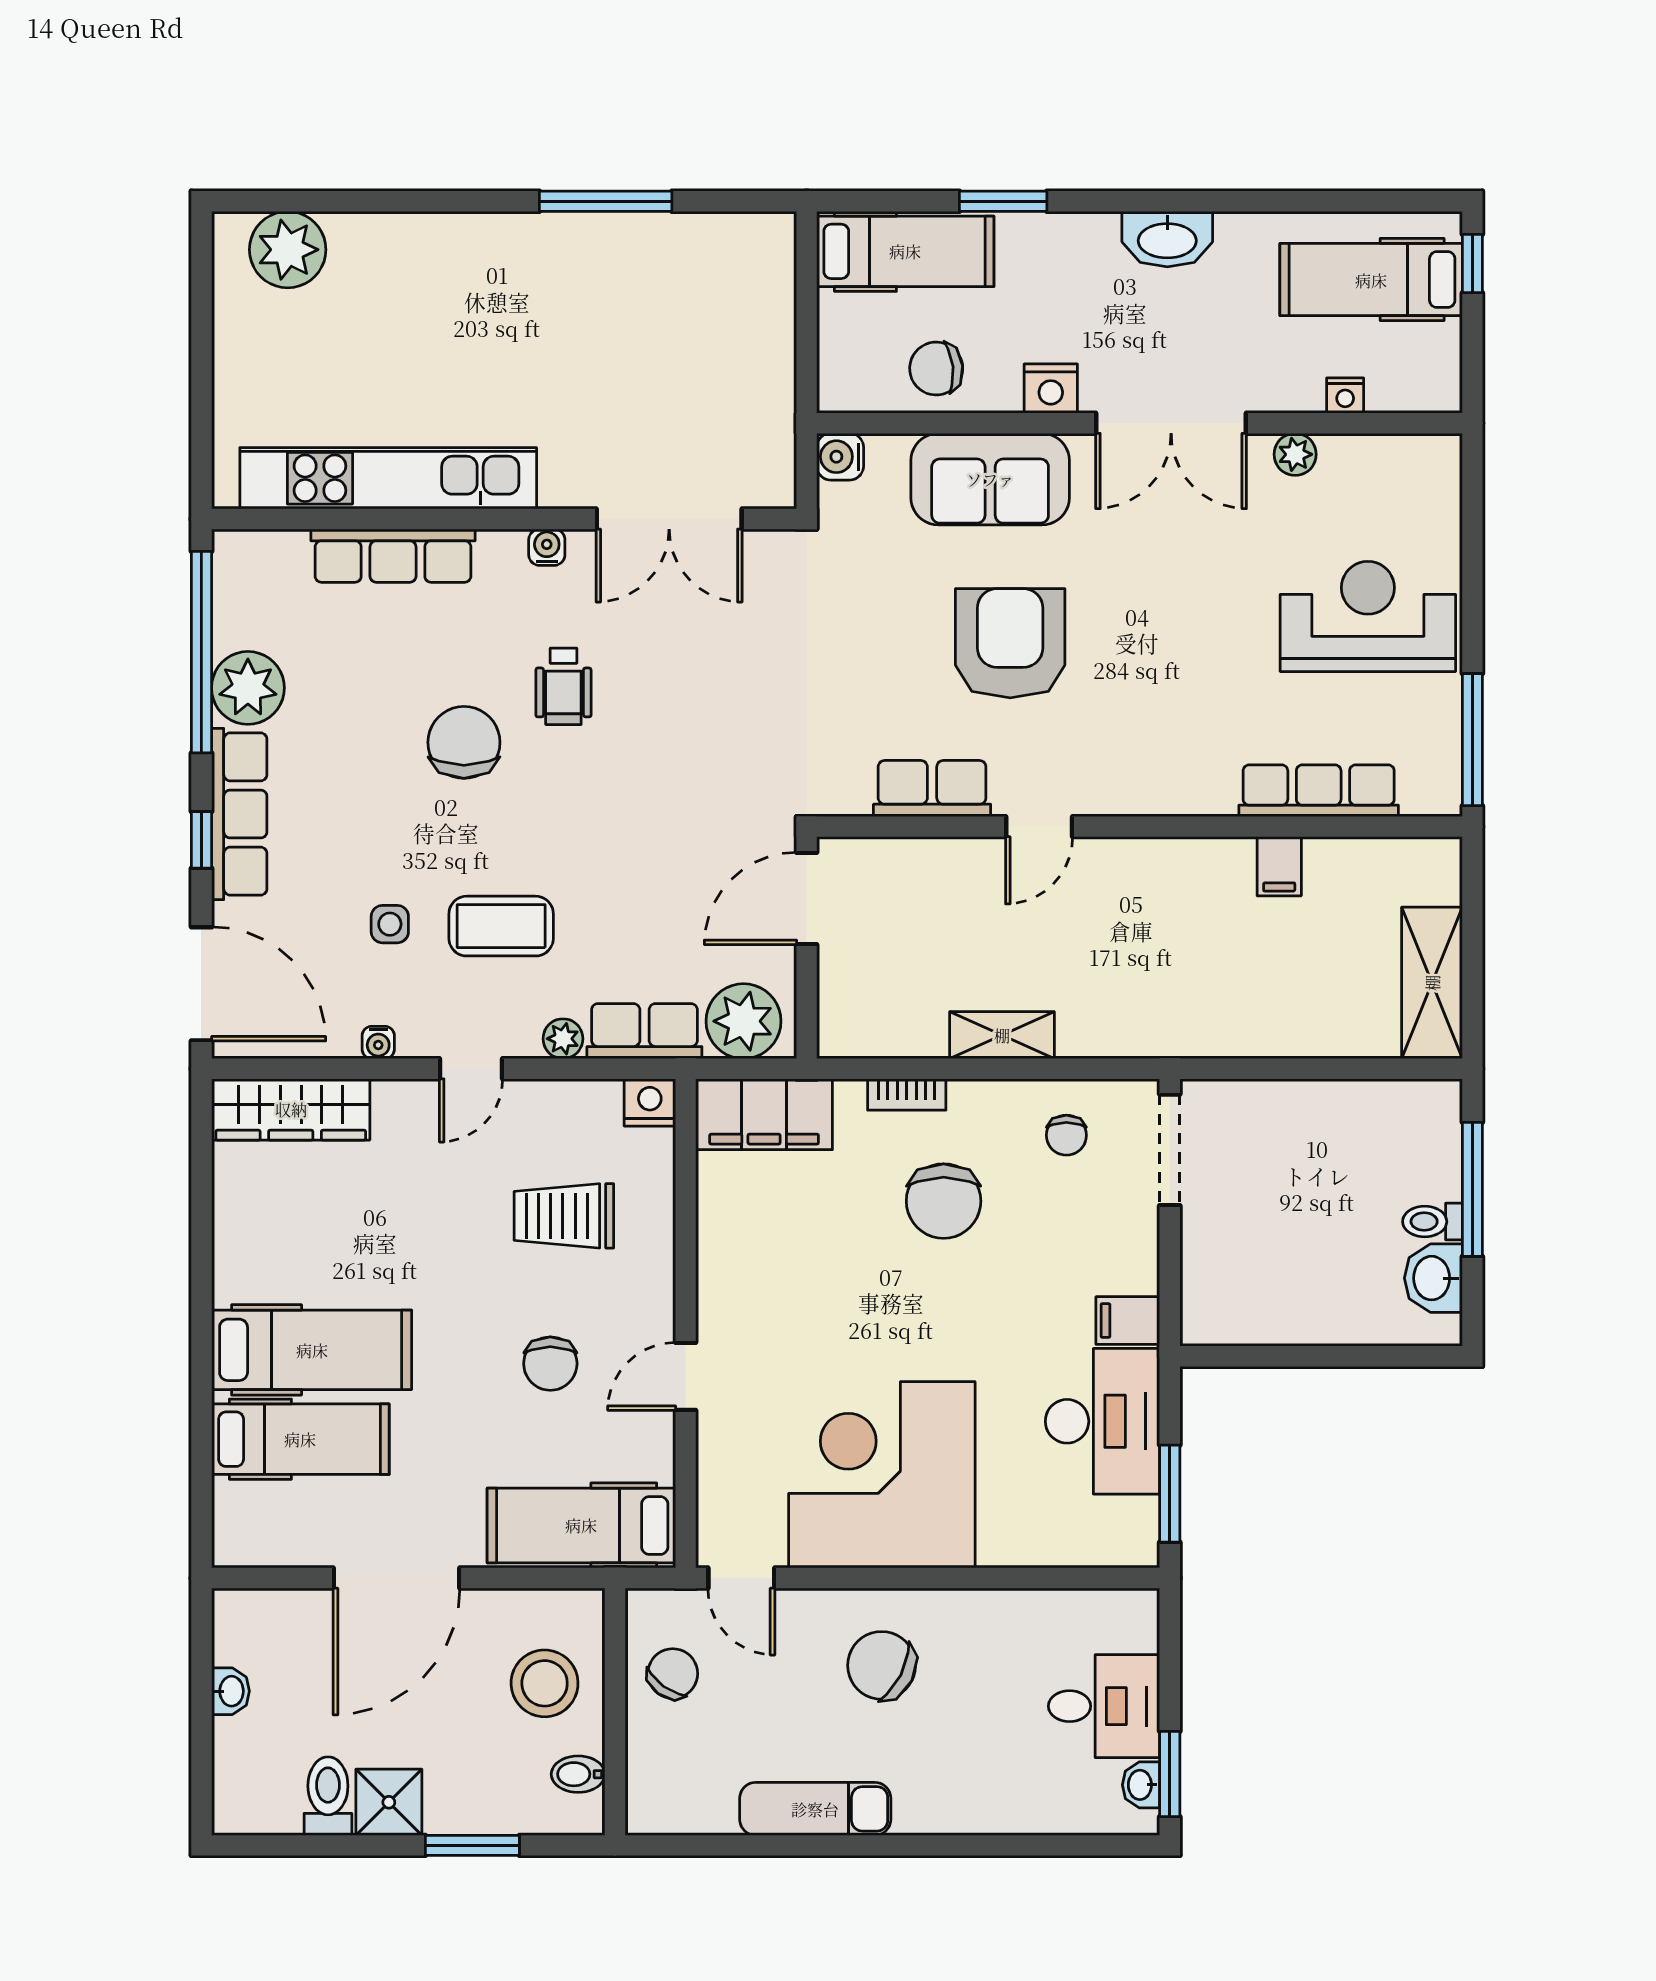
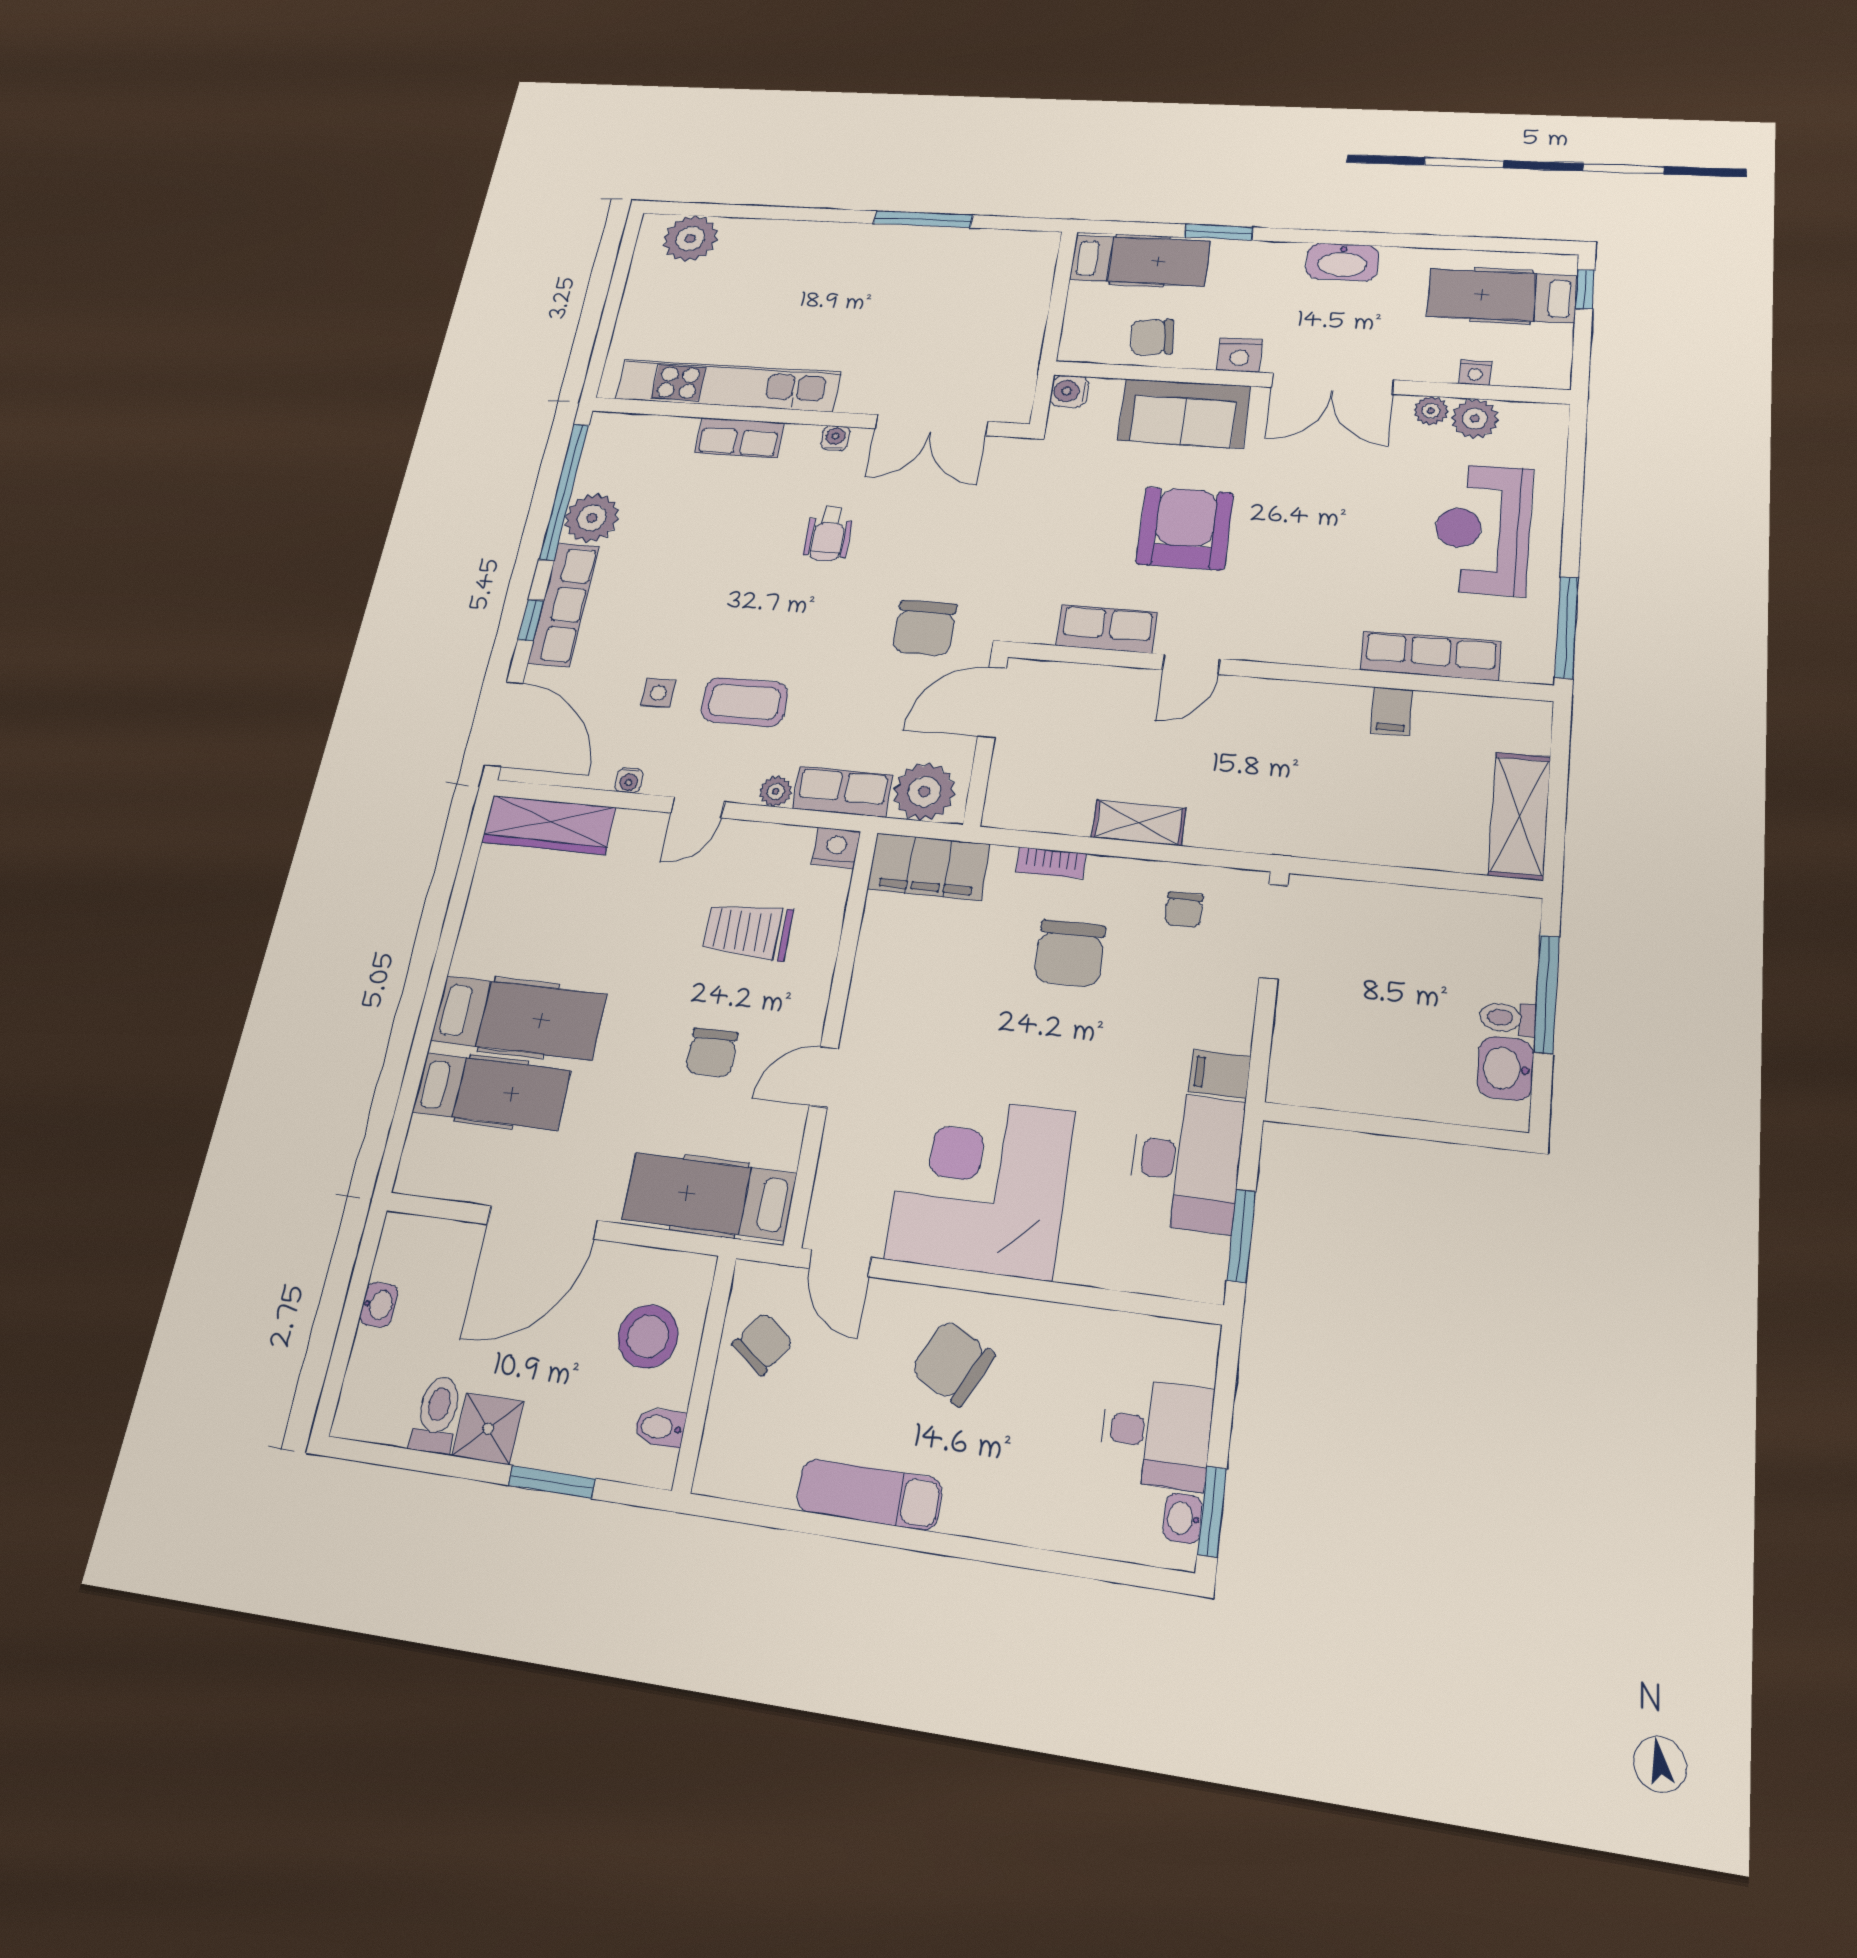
plant: (1349, 462) -> (1475, 419), added
row of seats: (393, 556) -> (739, 438), width x0.68
reception desk: (1368, 616) -> (1483, 529), turned -90
chair: (464, 742) -> (925, 628), moved, turned 180

